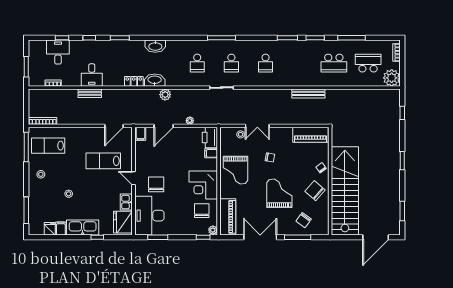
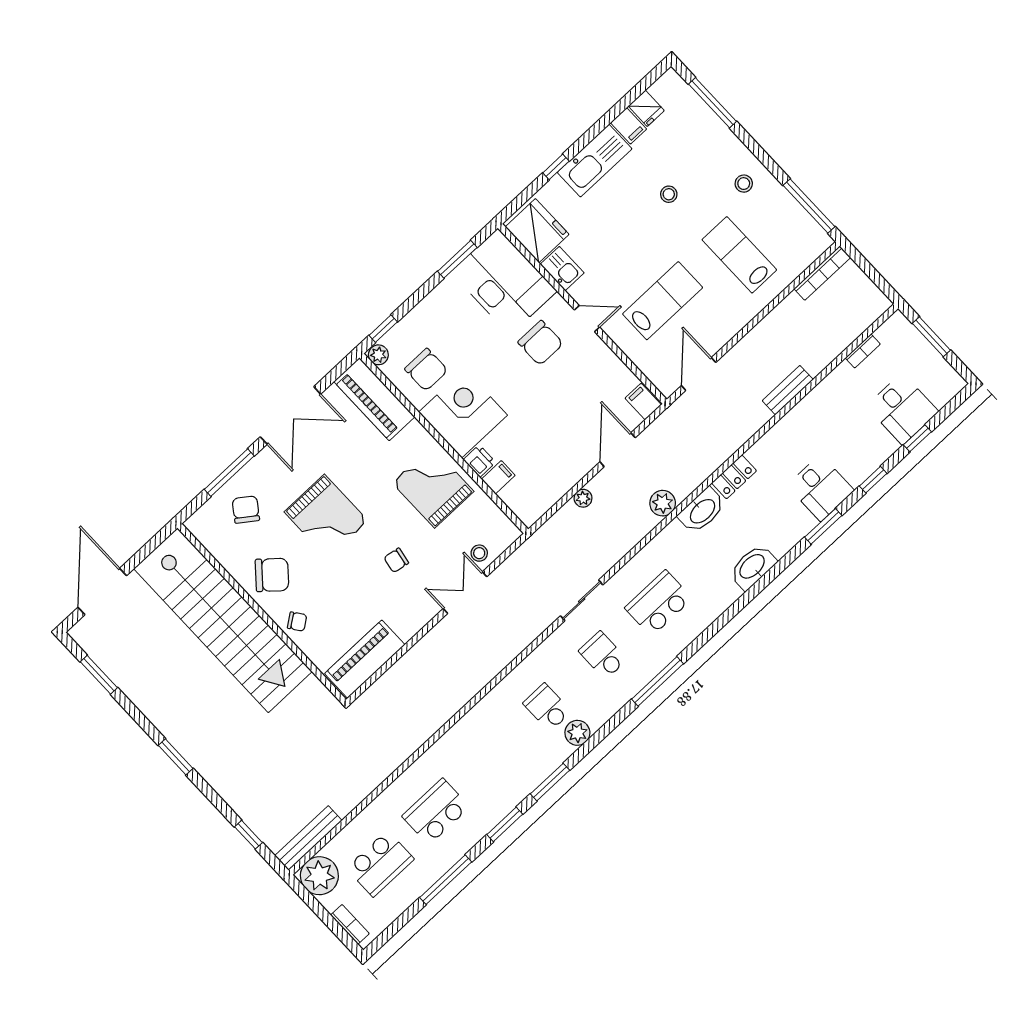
plant: (263, 46) -> (577, 733), added
school desk: (197, 63) -> (659, 603), width x1.85
desk: (92, 75) -> (821, 488), moved, turned 180
bench: (308, 93) -> (308, 838), moved
printer: (210, 138) -> (480, 461), moved, width x0.53, depth x0.68
lab bench: (48, 146) -> (739, 255), moved, turned -90

